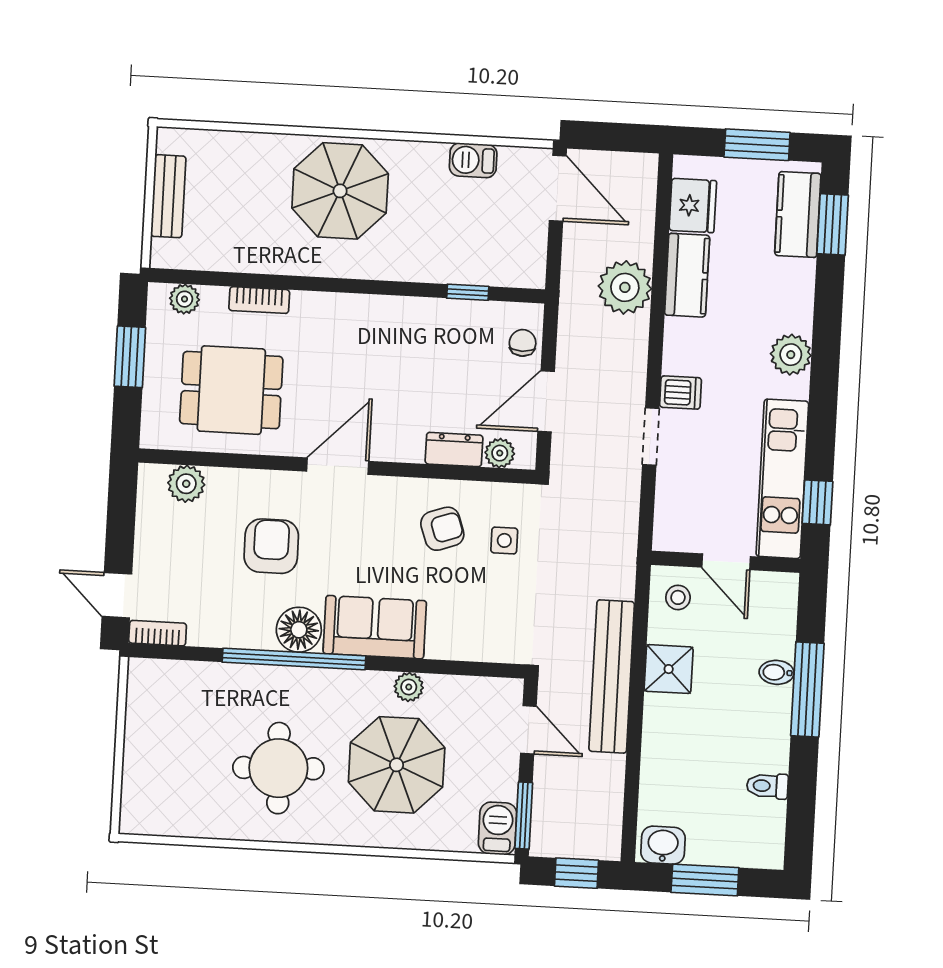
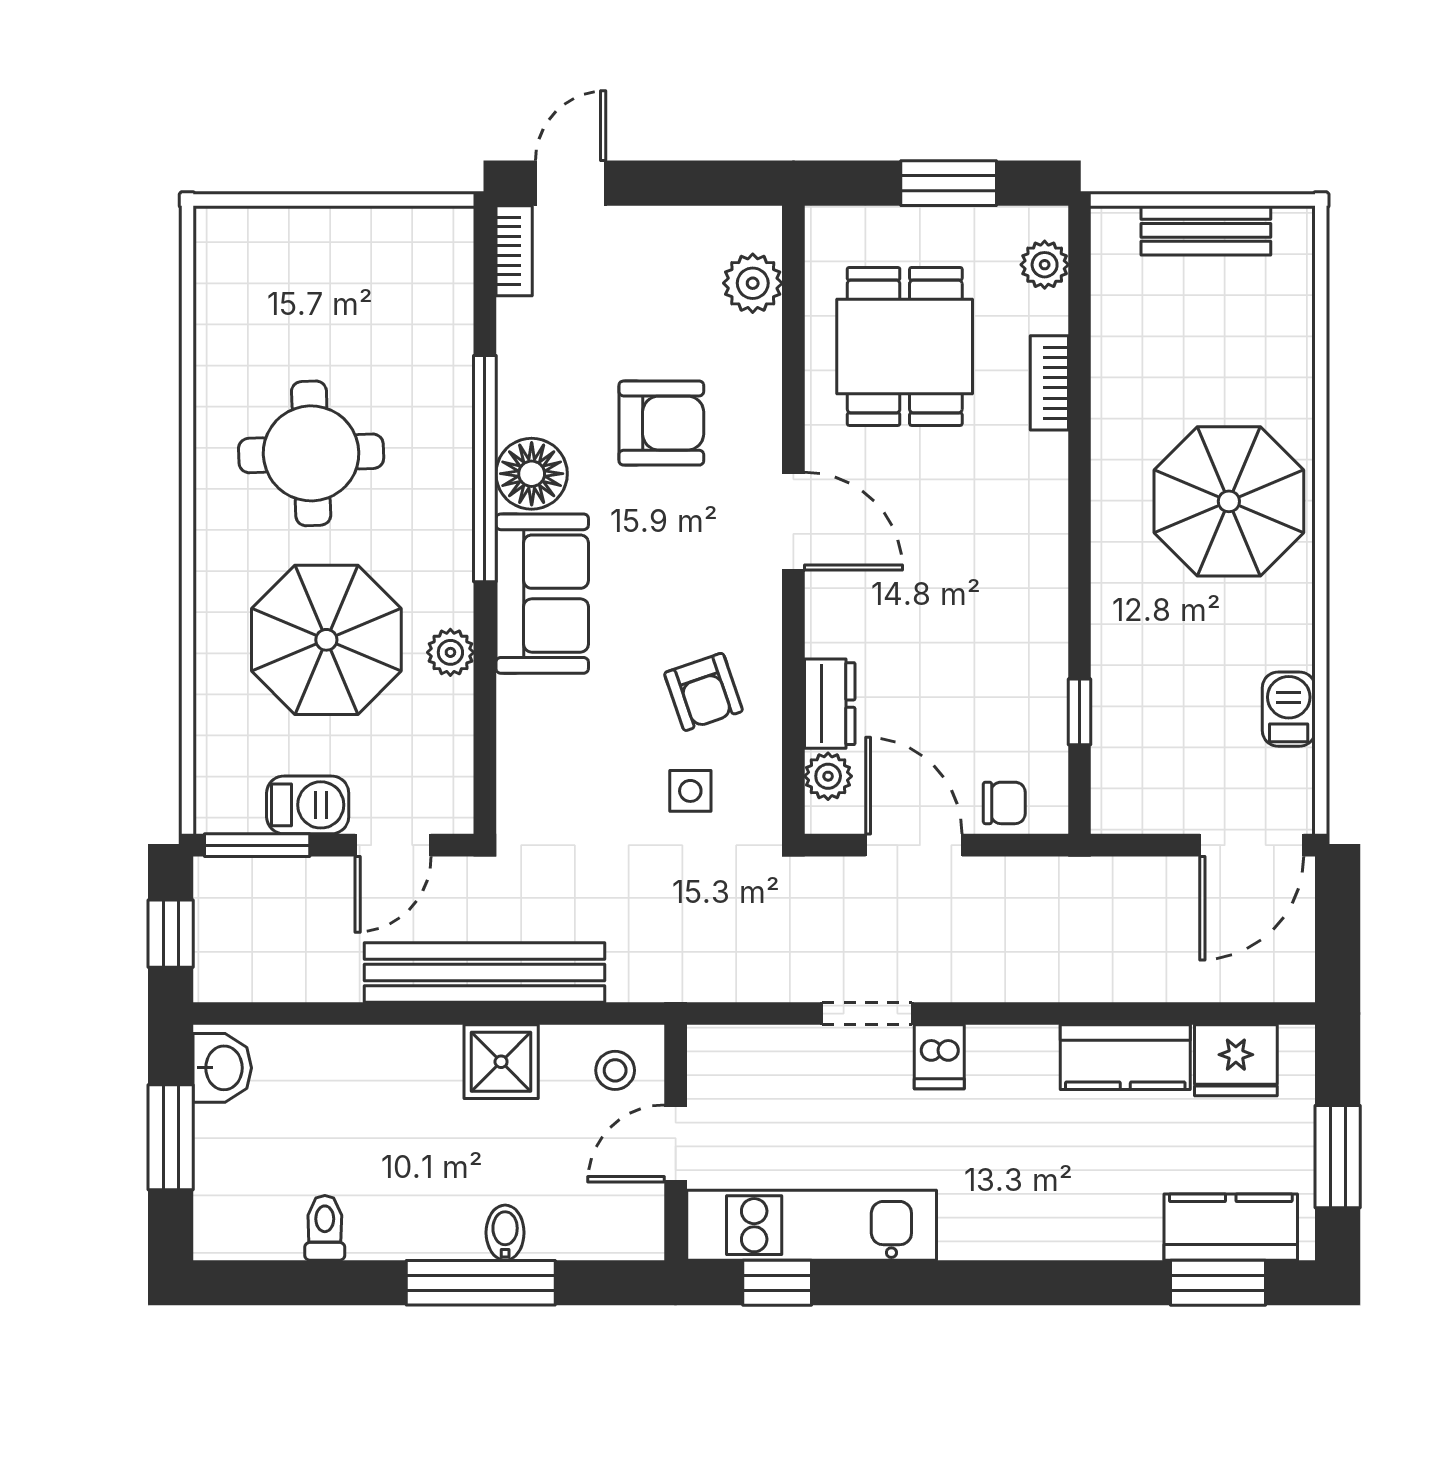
plant: (625, 287) -> (1101, 960), removed
plant: (791, 355) -> (1009, 1228), removed
barbecue: (498, 828) -> (308, 805), moved

